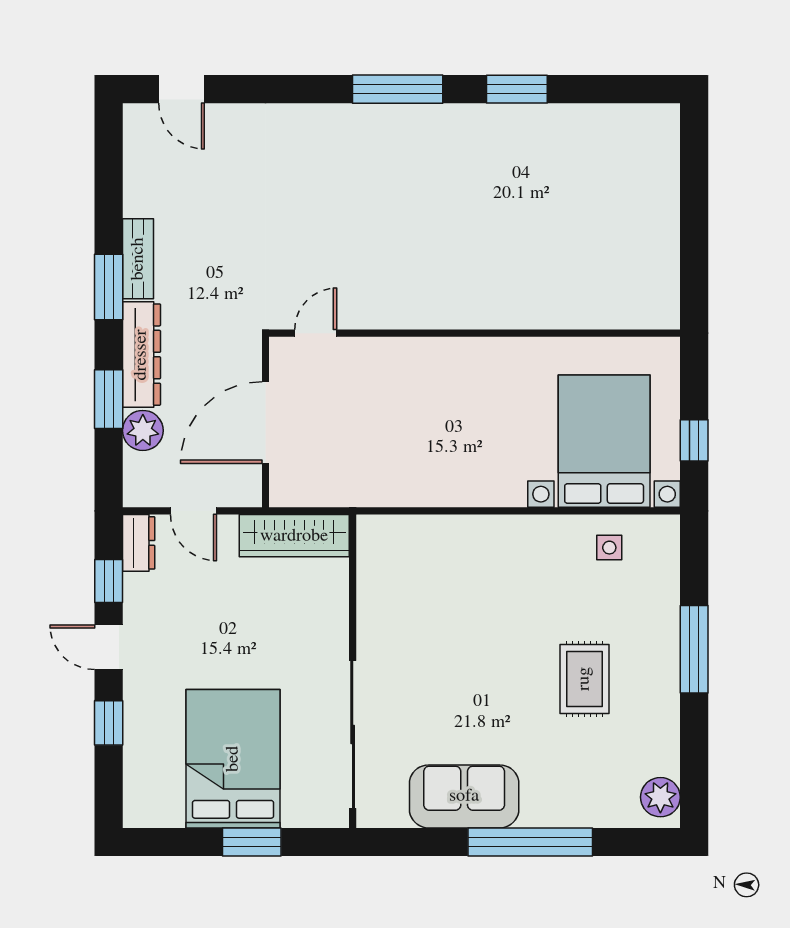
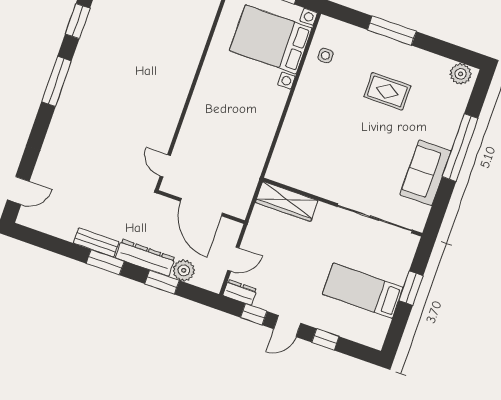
wardrobe: (294, 536) -> (287, 201), moved, turned 90
bed: (233, 759) -> (363, 291), width x0.67

